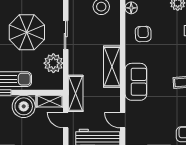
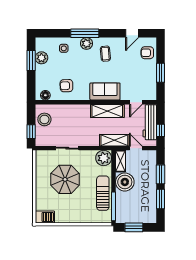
plant: (53, 63) -> (104, 158), moved
shelving: (112, 67) -> (107, 111), moved
door: (66, 120) -> (136, 148), swing flipped

